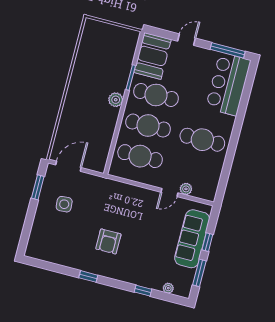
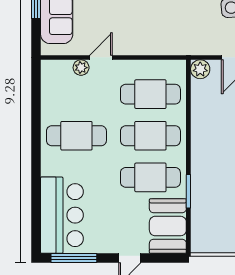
plant: (116, 100) -> (200, 69), moved

